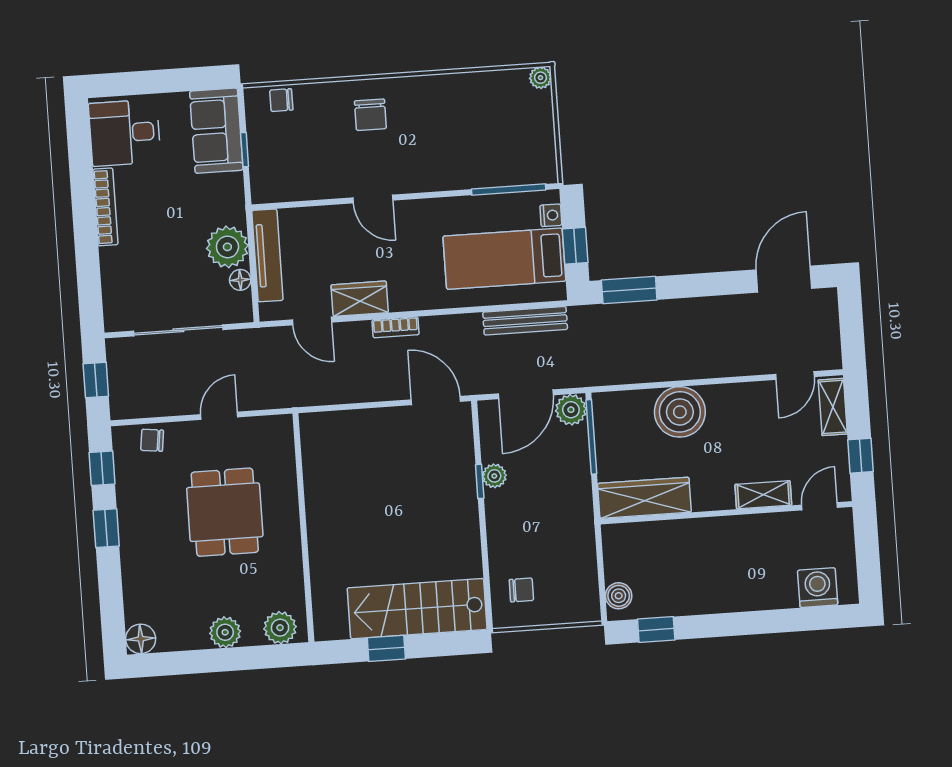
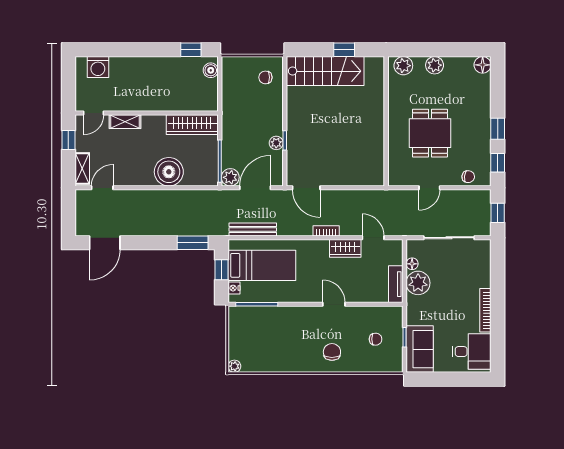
chair: (281, 100) -> (376, 339), moved
tv unit: (267, 255) -> (396, 284), width x0.71

